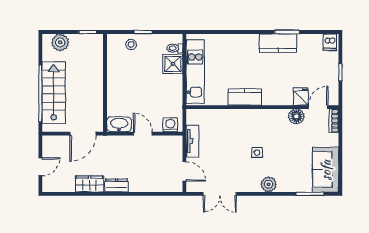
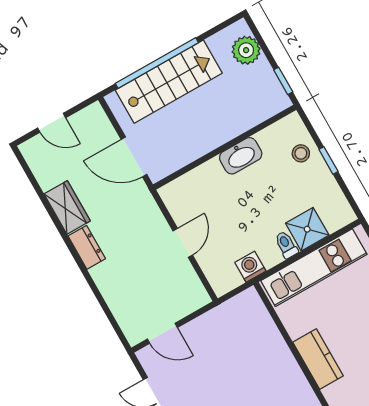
toilet: (175, 48) -> (286, 245), moved
washbasin: (119, 124) -> (241, 156), moved, turned 90
washing machine: (170, 125) -> (250, 267), moved, turned -90
tv unit: (192, 141) -> (212, 320), removed
door: (184, 171) -> (162, 333), hinge flipped

